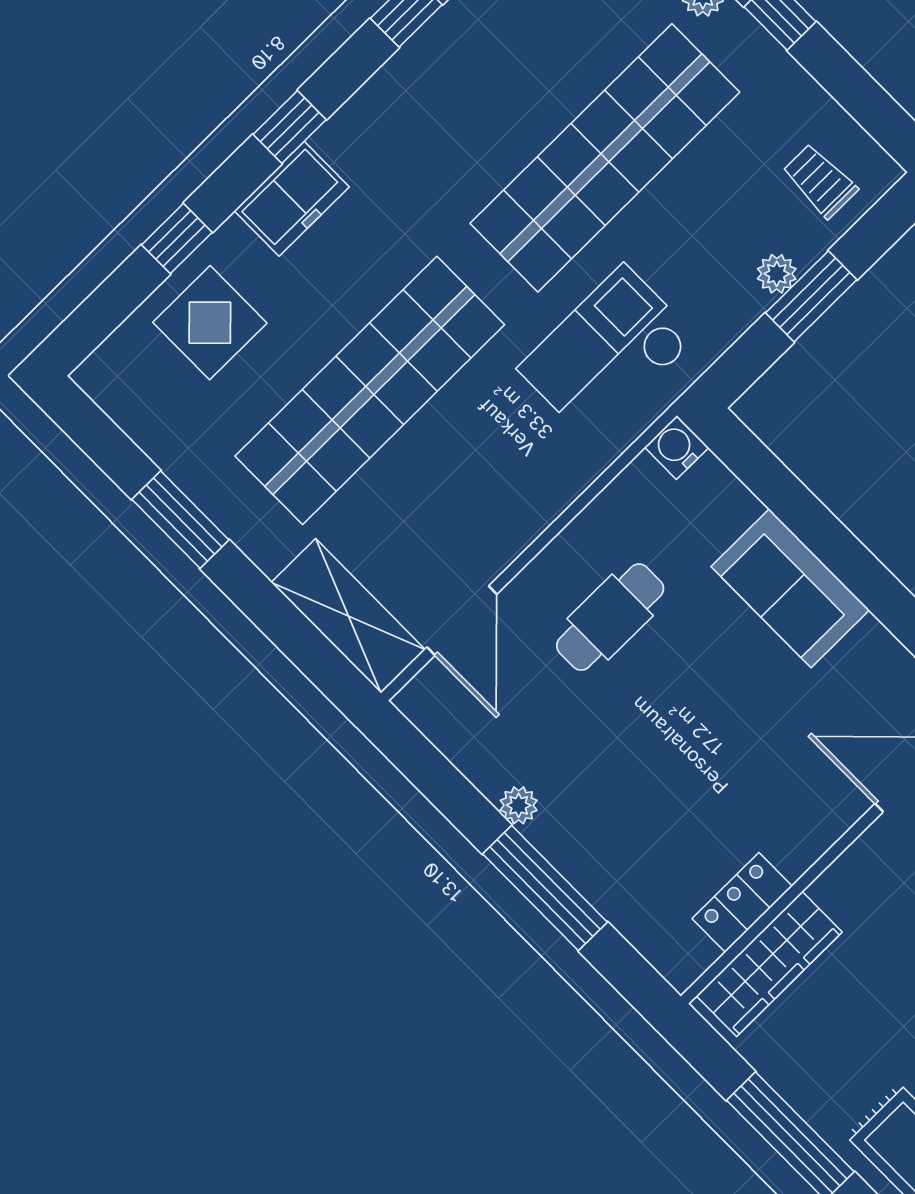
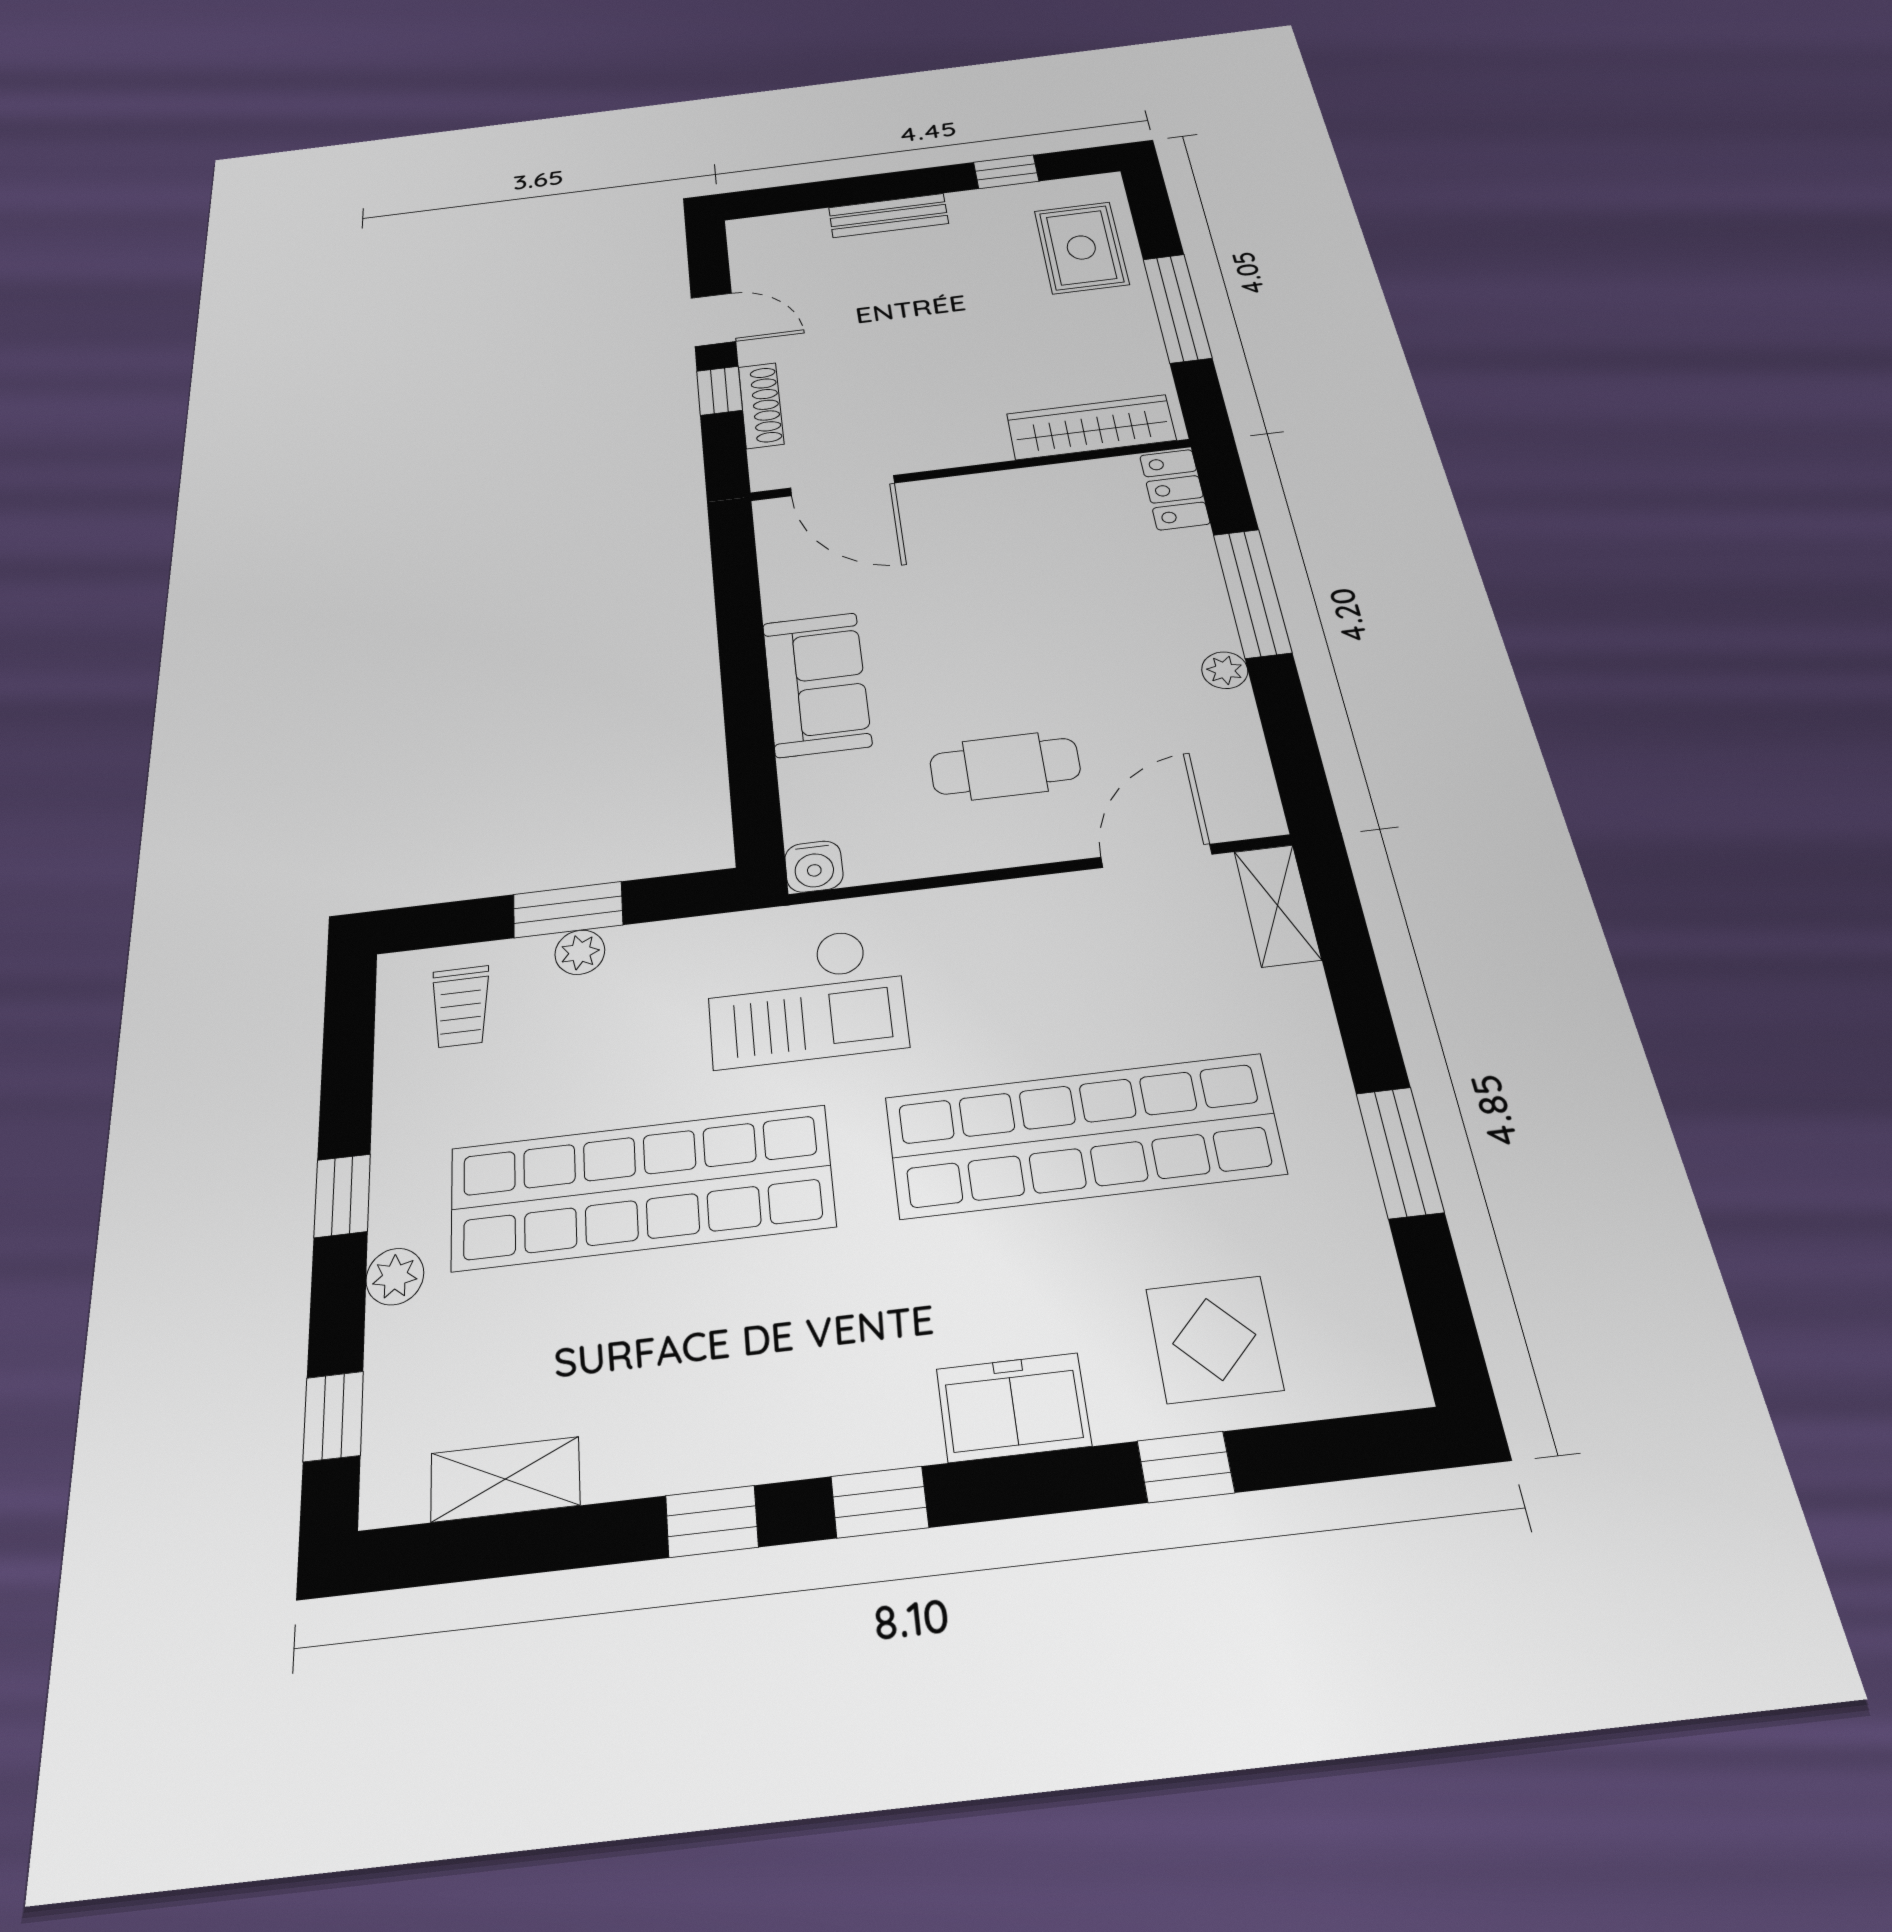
window: (290, 127) -> (880, 1502), moved
shelving: (348, 616) -> (1277, 905), width x0.67, depth x0.75
locker: (742, 902) -> (1175, 489), moved, turned 90

